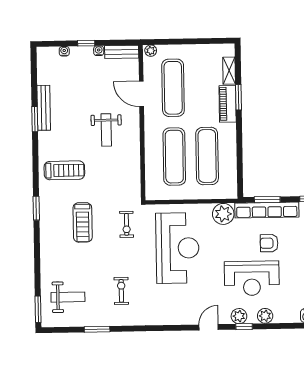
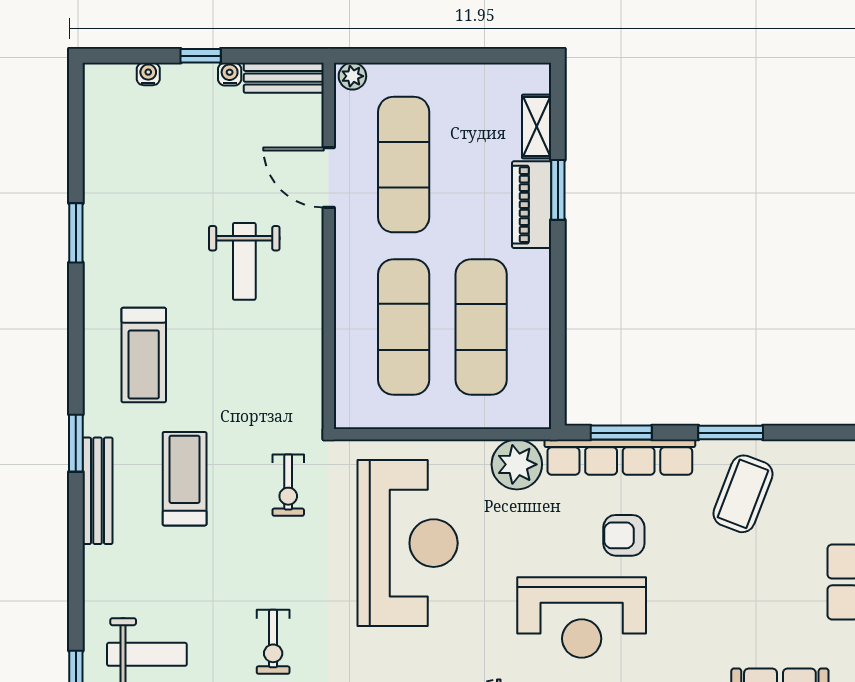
bench: (44, 108) -> (98, 491), moved
treadmill: (64, 170) -> (144, 355), turned 90
treadmill: (83, 222) -> (185, 479), turned 180
exercise bike: (121, 291) -> (273, 642), turned 180

